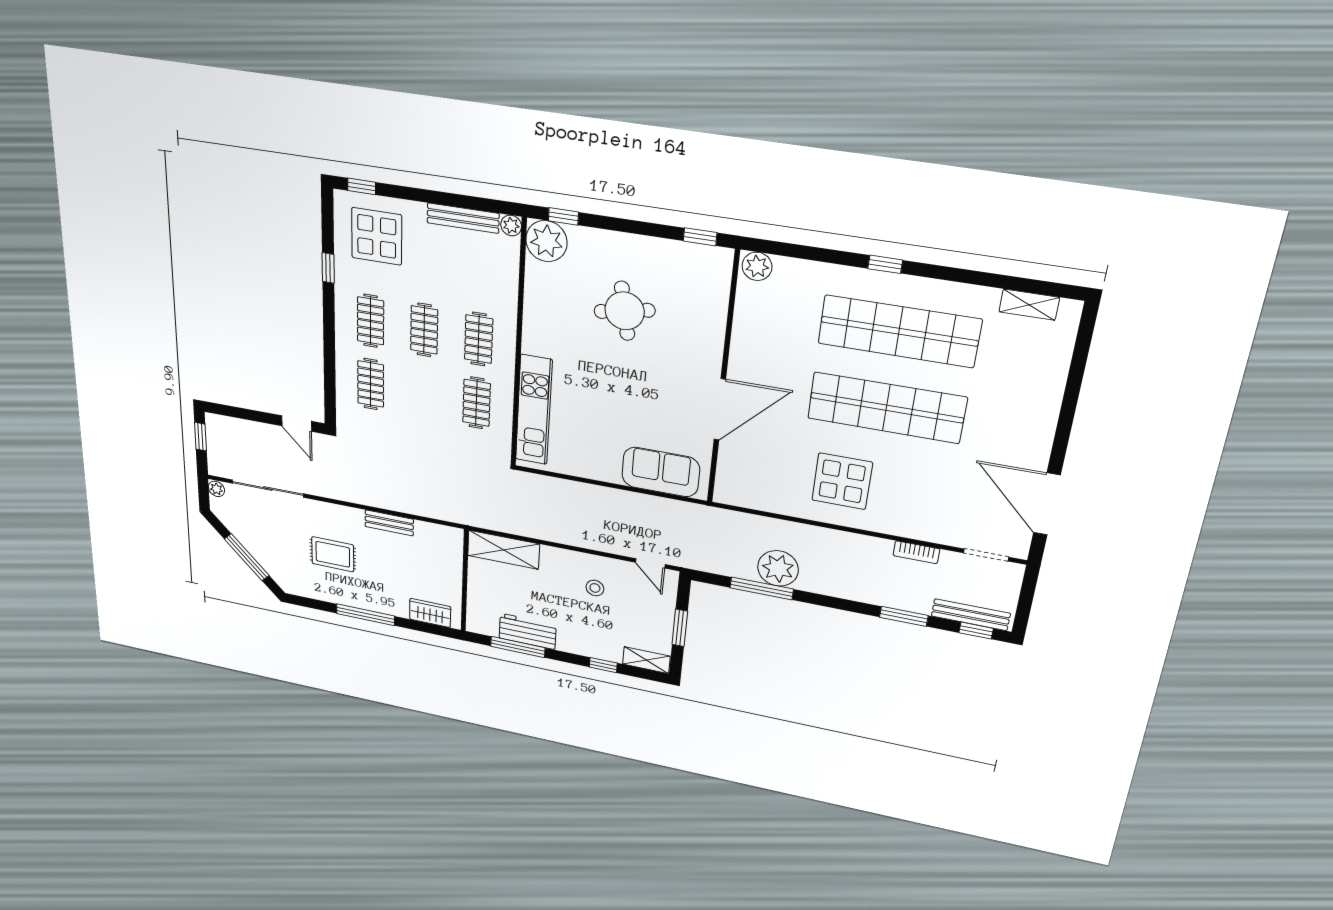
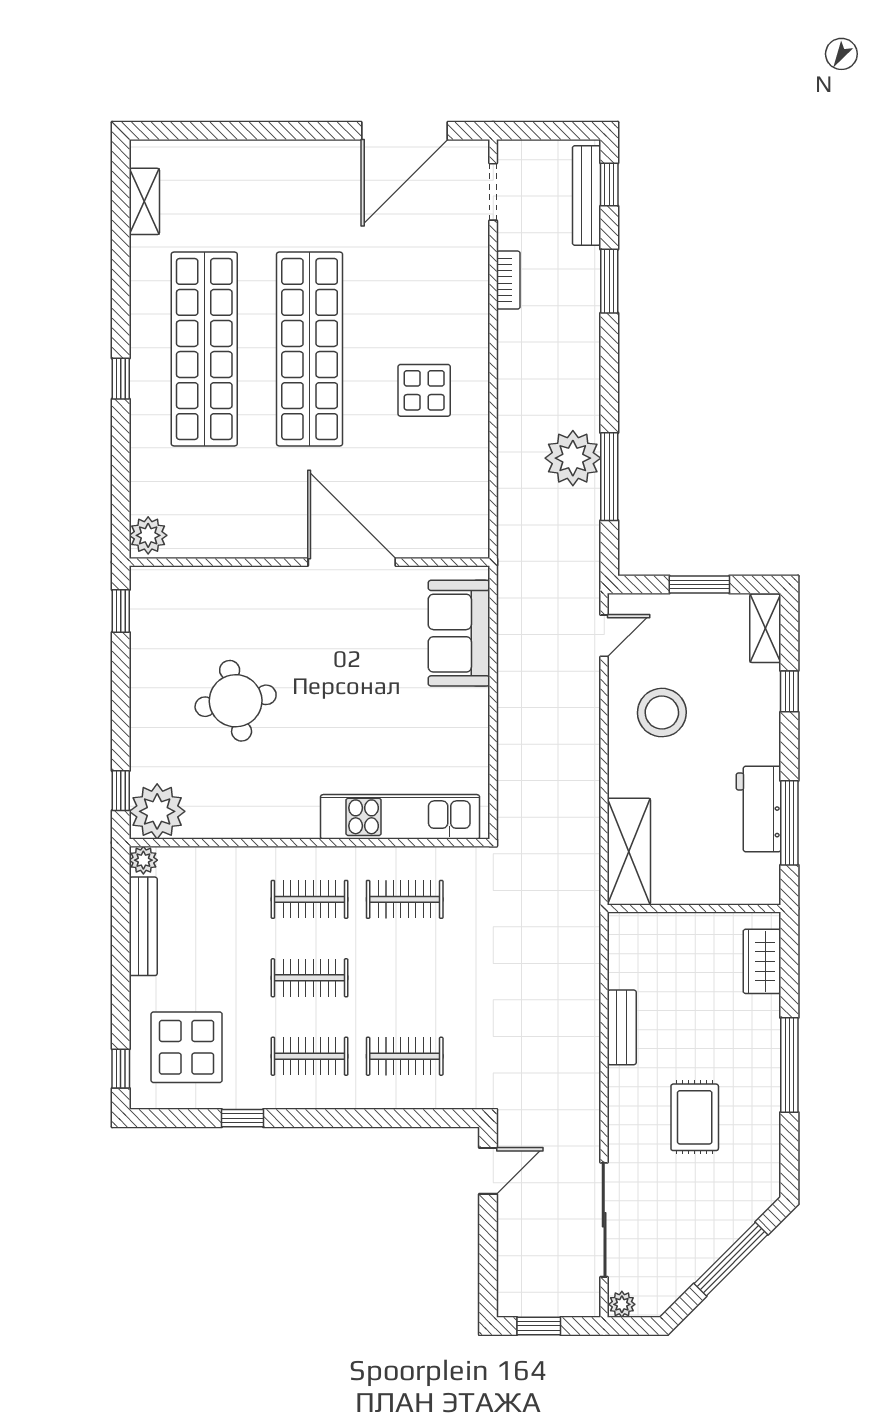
display table: (842, 481) -> (424, 390), width x0.73, depth x0.73
stool: (595, 588) -> (662, 713), width x1.89, depth x1.89

